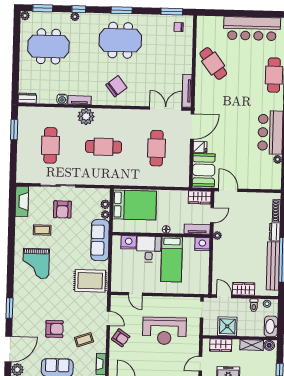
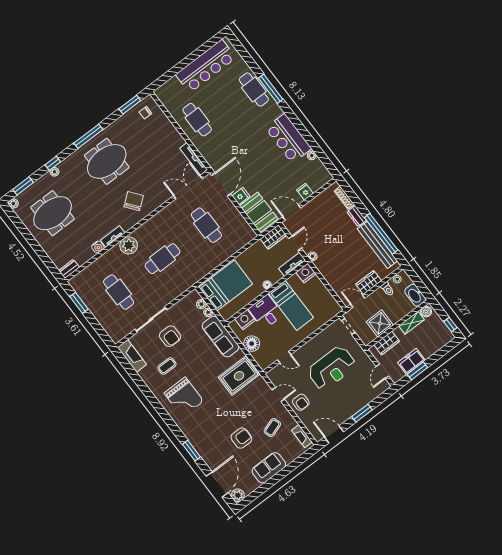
window: (122, 10) -> (88, 136), width x1.44
cafe table: (213, 64) -> (197, 120), turned 37
fridge: (251, 182) -> (305, 192), added
floor lamp: (119, 264) -> (252, 344), added
armchair: (121, 338) -> (301, 402), turned 56

